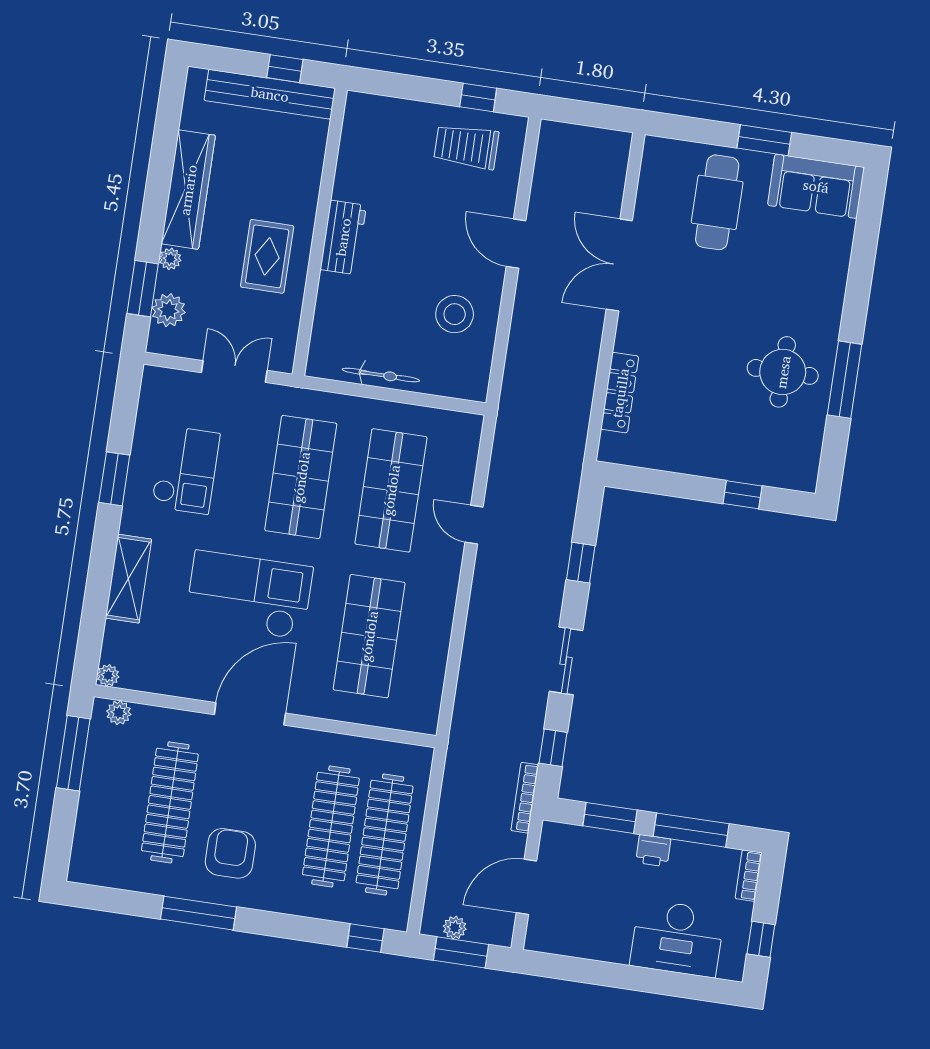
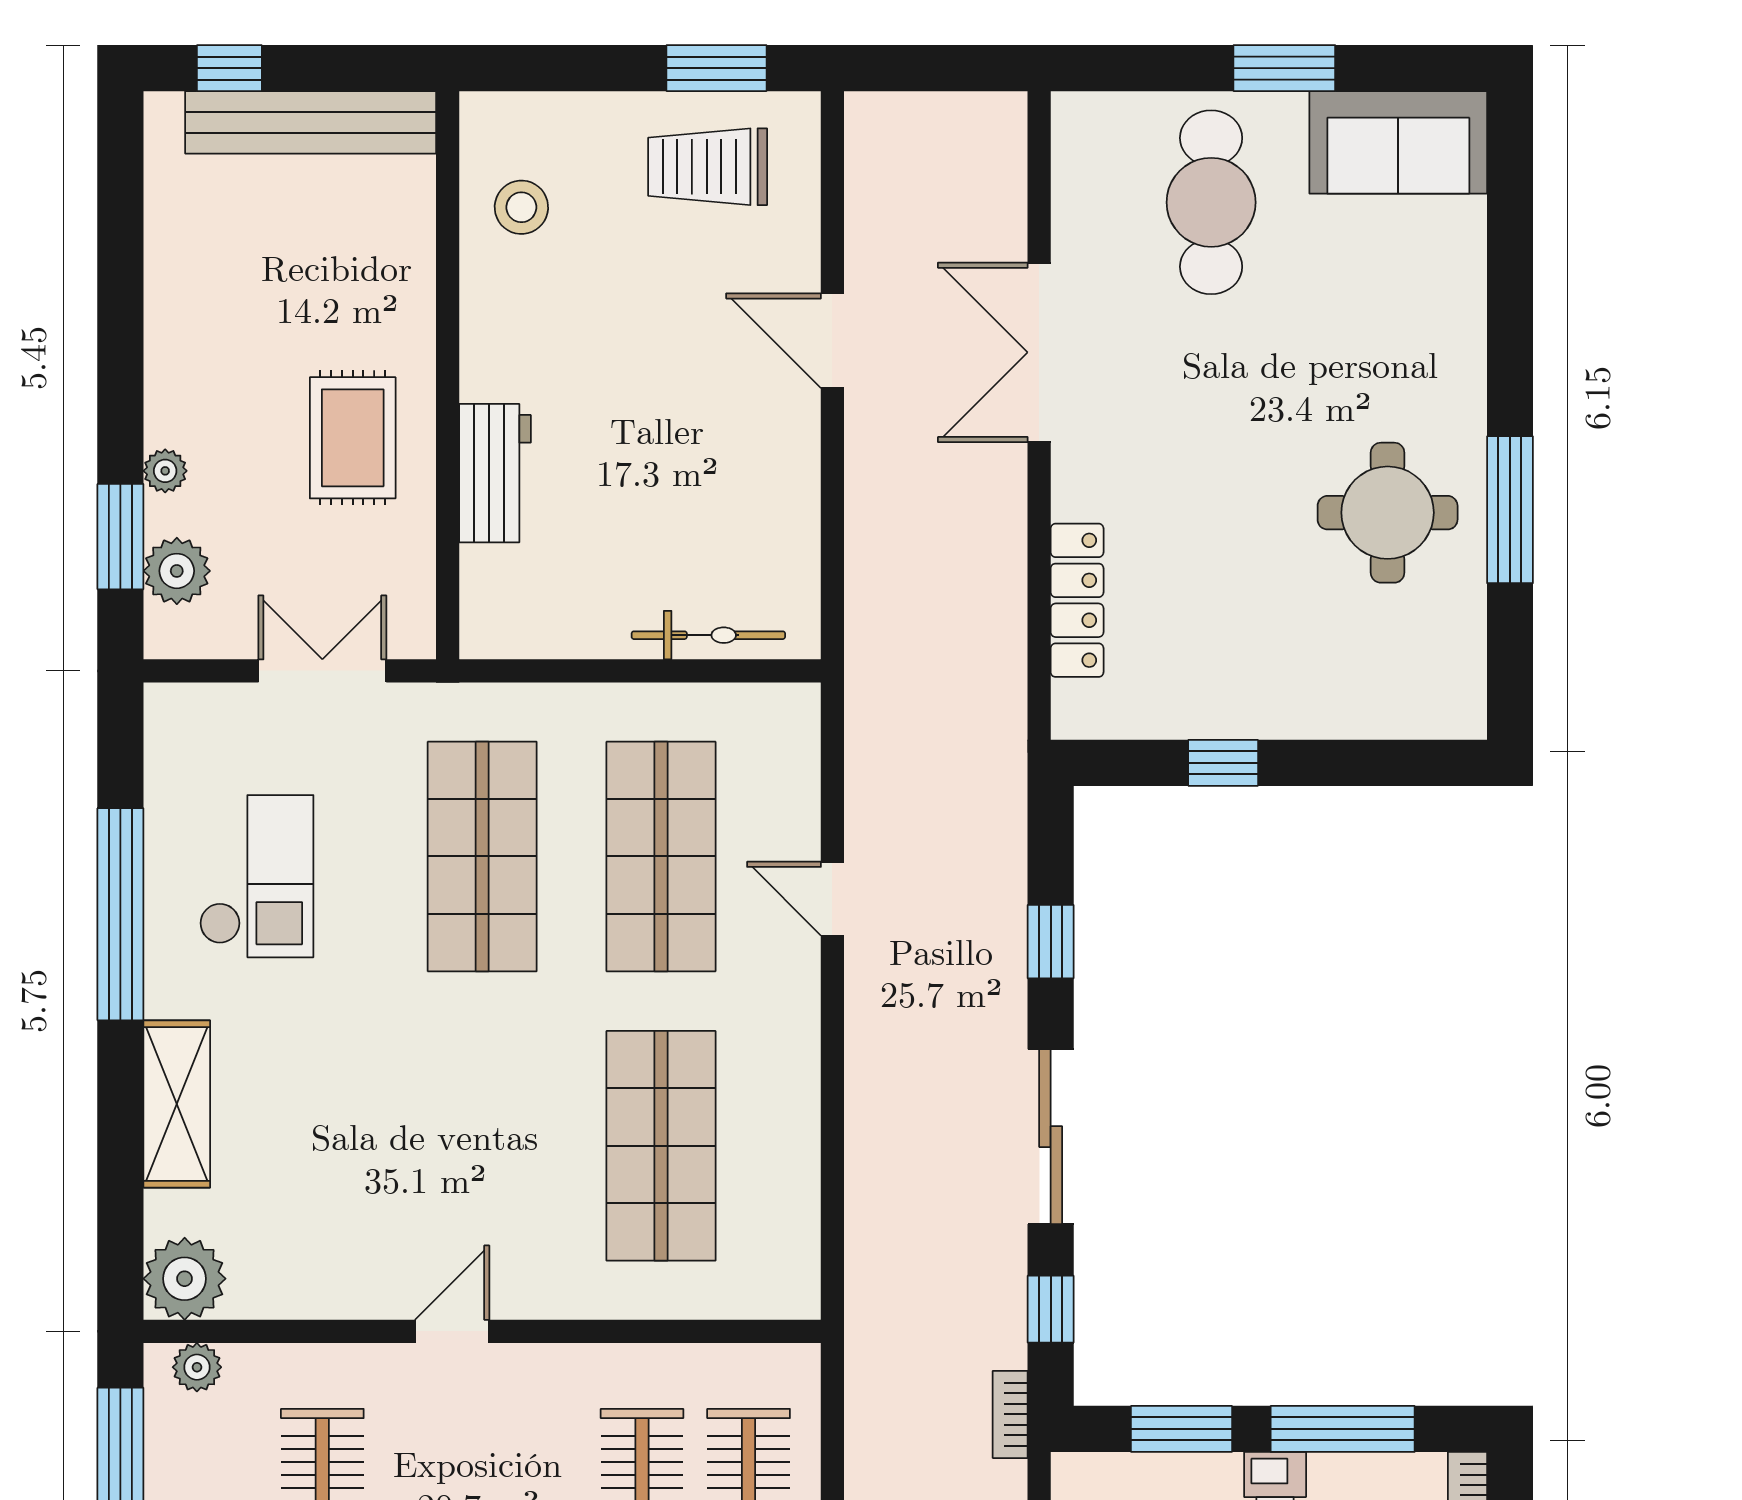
window: (285, 69) -> (229, 68), moved
window: (478, 98) -> (716, 68), width x1.50
wardrobe: (188, 190) -> (180, 331), removed
workbench: (343, 237) -> (495, 473), moved
stool: (455, 314) -> (521, 207), moved, width x0.73, depth x0.73
bicycle: (381, 375) -> (708, 635), moved
window: (114, 479) -> (120, 914), width x2.11
window: (743, 495) -> (1223, 763), moved
checkout: (249, 595) -> (416, 1101), removed
sliding door: (566, 661) -> (1051, 1137), width x1.37
plant: (108, 675) -> (185, 1279), width x1.88, depth x1.88
door: (250, 714) -> (452, 1331), width x0.53
bookcase: (525, 798) -> (1010, 1414), width x0.64

